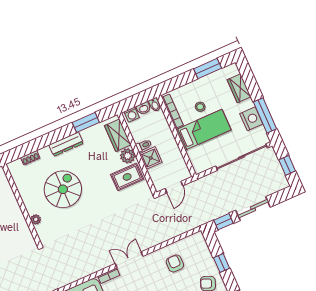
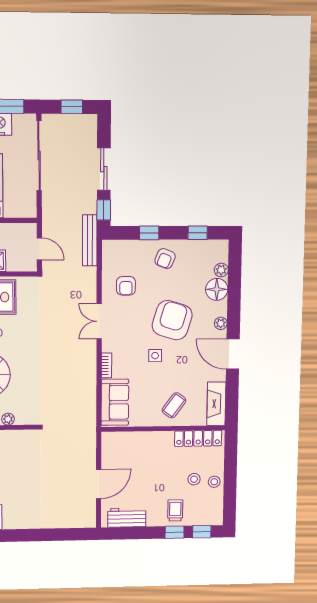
bench: (197, 221) -> (90, 240), added
double door: (129, 260) -> (99, 321), moved
armchair: (175, 263) -> (126, 286), turned -90

